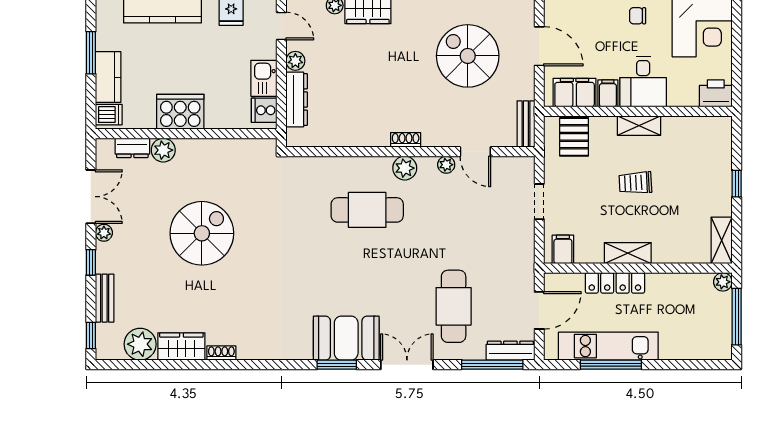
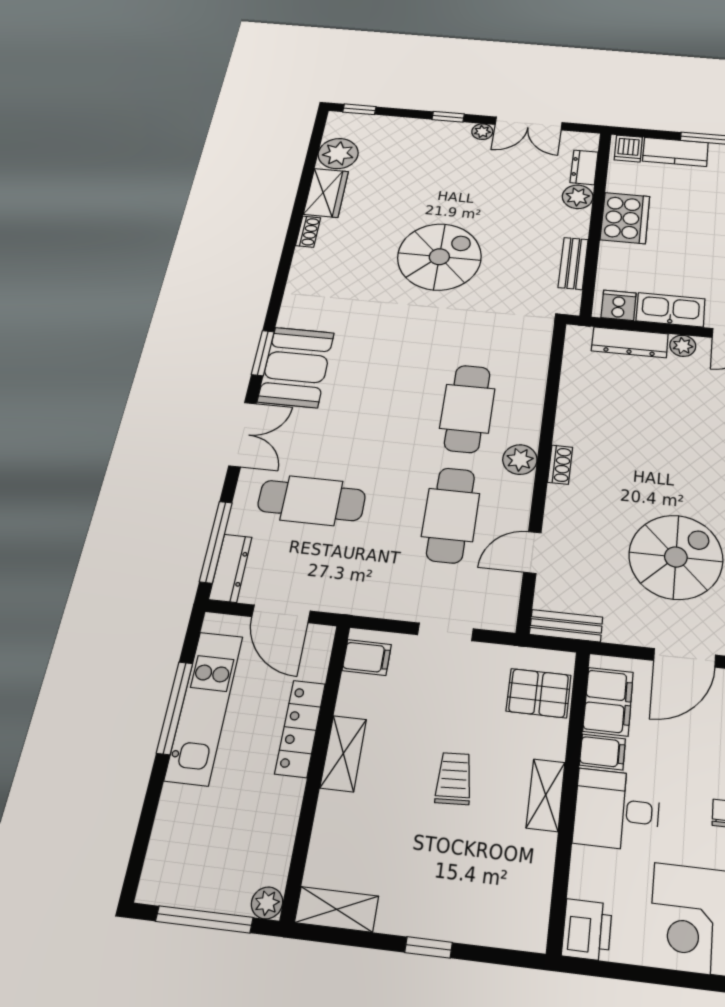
kitchen sink: (264, 78) -> (671, 310), width x1.38
plant: (446, 165) -> (518, 512), removed
cafe table: (454, 210) -> (451, 515), added
spiral stairs: (202, 233) -> (439, 257), moved, turned -90
bench: (105, 298) -> (573, 263), moved, turned 90

